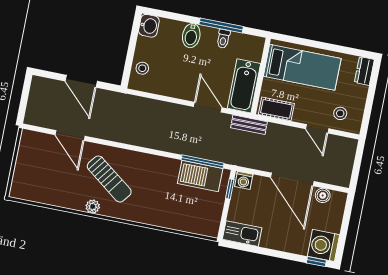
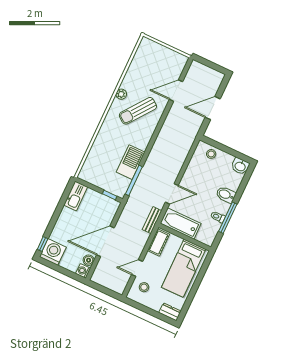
barbecue: (200, 176) -> (131, 162), moved
washing machine: (244, 180) -> (83, 271), moved

